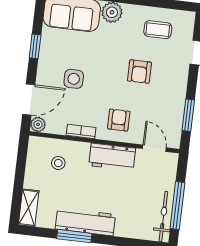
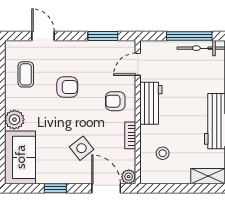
side table: (74, 79) -> (82, 148), turned -38

